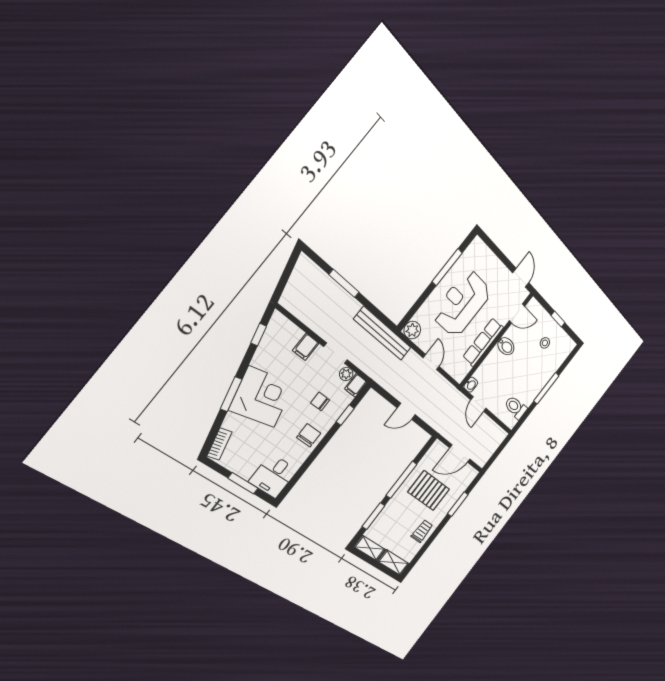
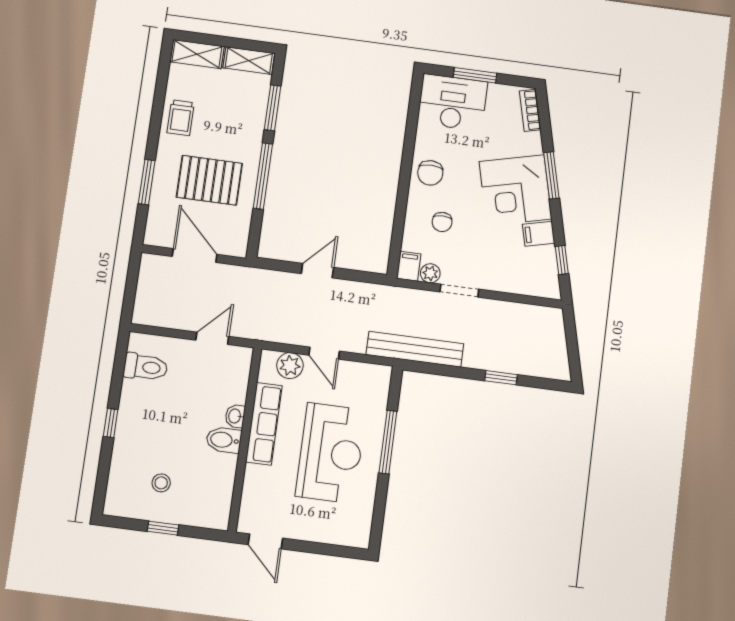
window: (447, 267) -> (388, 442), moved
window: (344, 284) -> (501, 378), width x0.67
door: (517, 314) -> (237, 493), removed
plant: (412, 330) -> (290, 366), moved
filing cabinet: (306, 347) -> (539, 234), moved, turned -104
washbasin: (471, 385) -> (235, 416), moved
window: (546, 388) -> (111, 423), width x0.46
chair: (320, 401) -> (442, 222), turned 90
door: (478, 404) -> (212, 338), hinge flipped
window: (345, 415) -> (399, 222), removed
door: (460, 453) -> (195, 255), hinge flipped
desk: (273, 476) -> (452, 102), width x1.37

